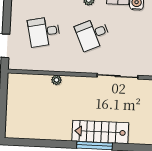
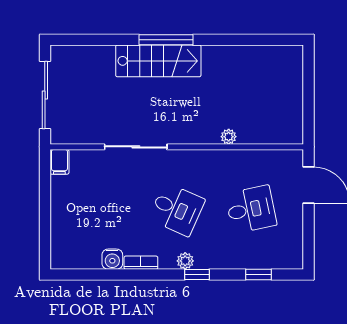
desk: (93, 34) -> (177, 209), turned 48

